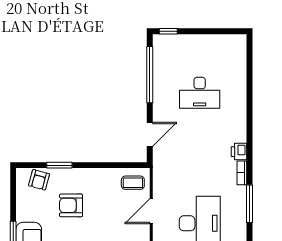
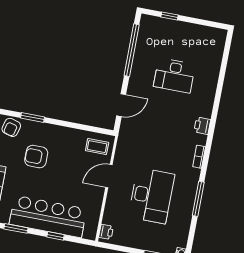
window: (168, 31) -> (169, 16), moved
printer: (239, 152) -> (202, 126), moved
window: (250, 204) -> (198, 199), moved

